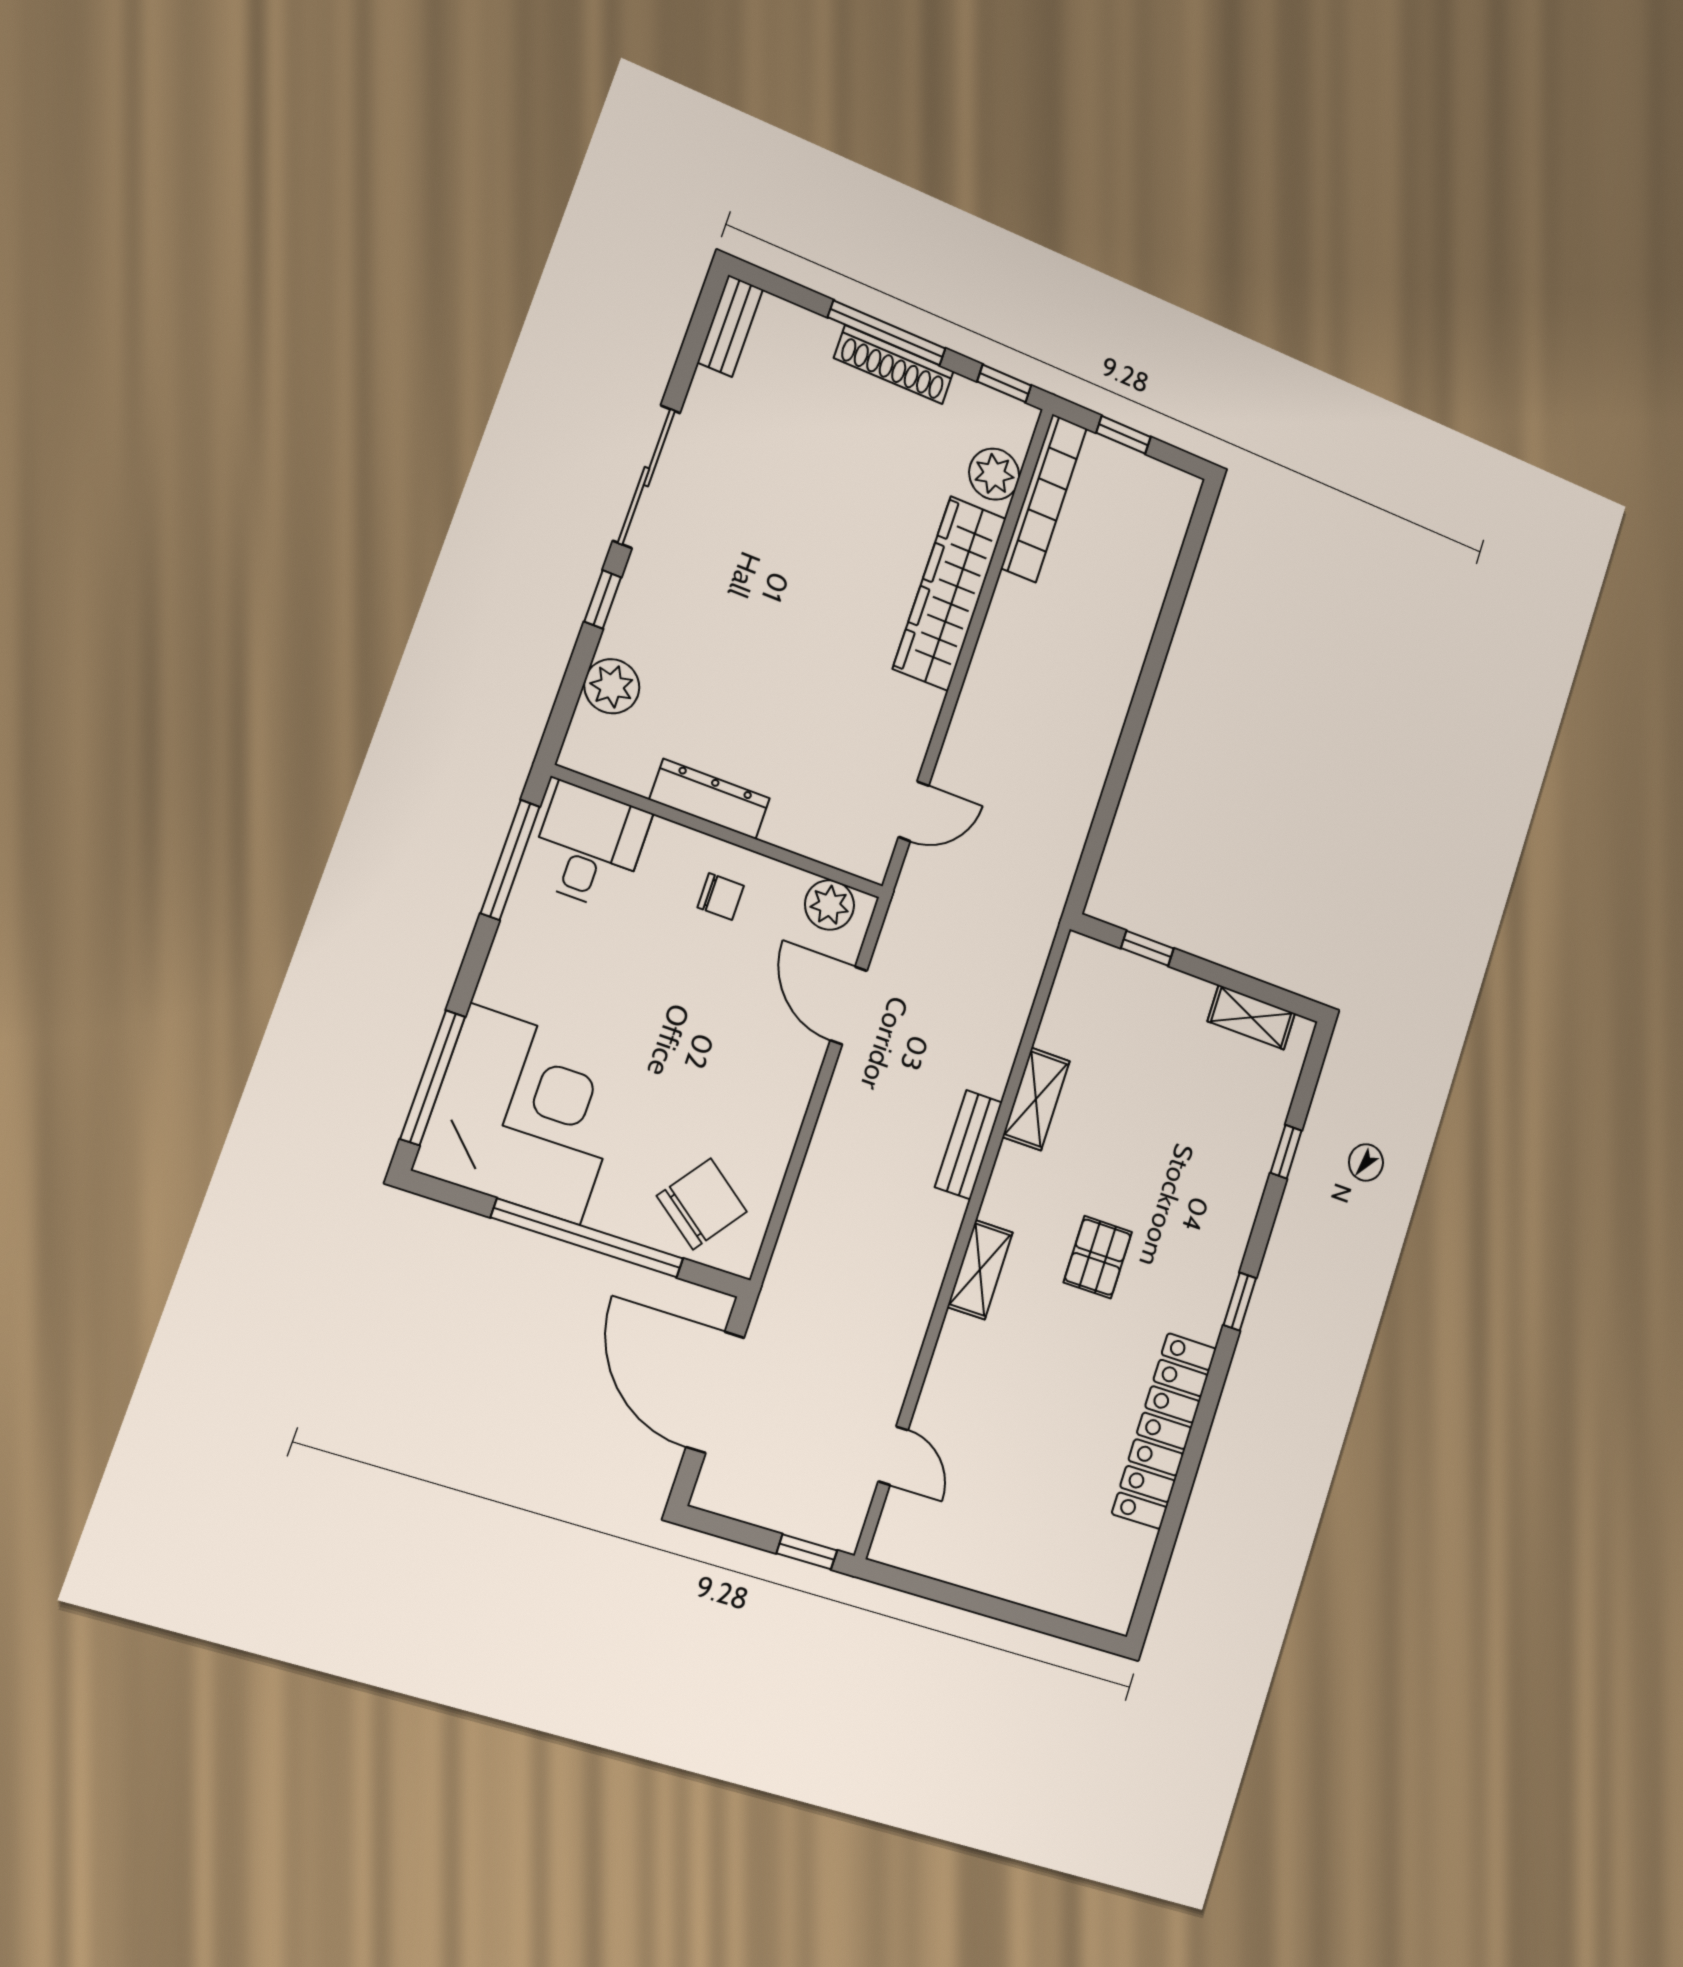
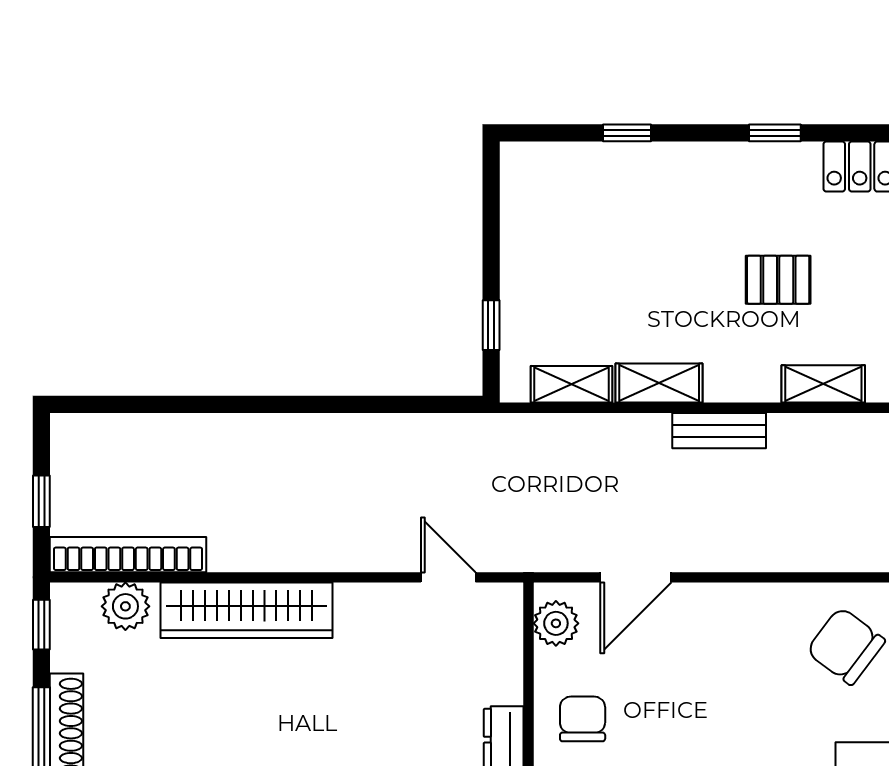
chair: (721, 897) -> (583, 719), width x1.37, depth x1.37
shelving: (1251, 1017) -> (572, 384), moved, turned 90

